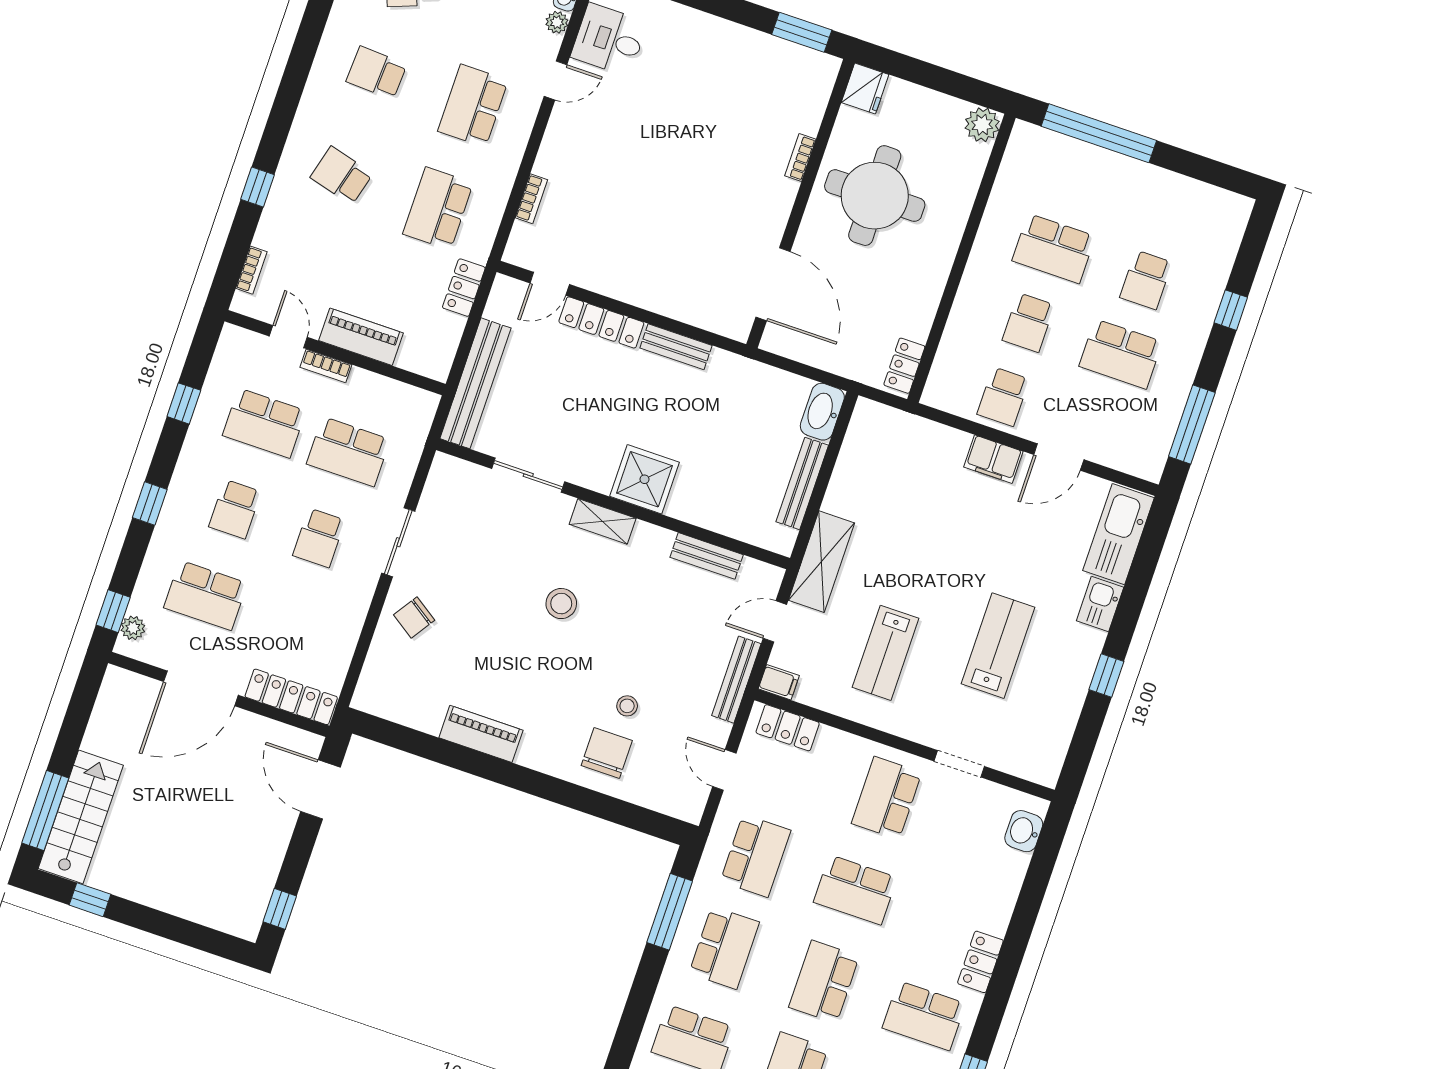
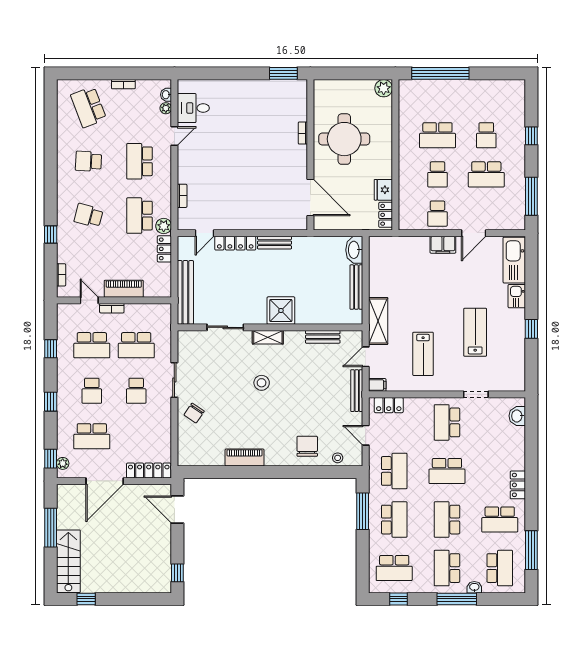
fridge: (865, 89) -> (383, 190), moved, turned 180
plant: (477, 244) -> (164, 226), added
stool: (627, 706) -> (338, 458), moved
window: (45, 811) -> (51, 528), moved

